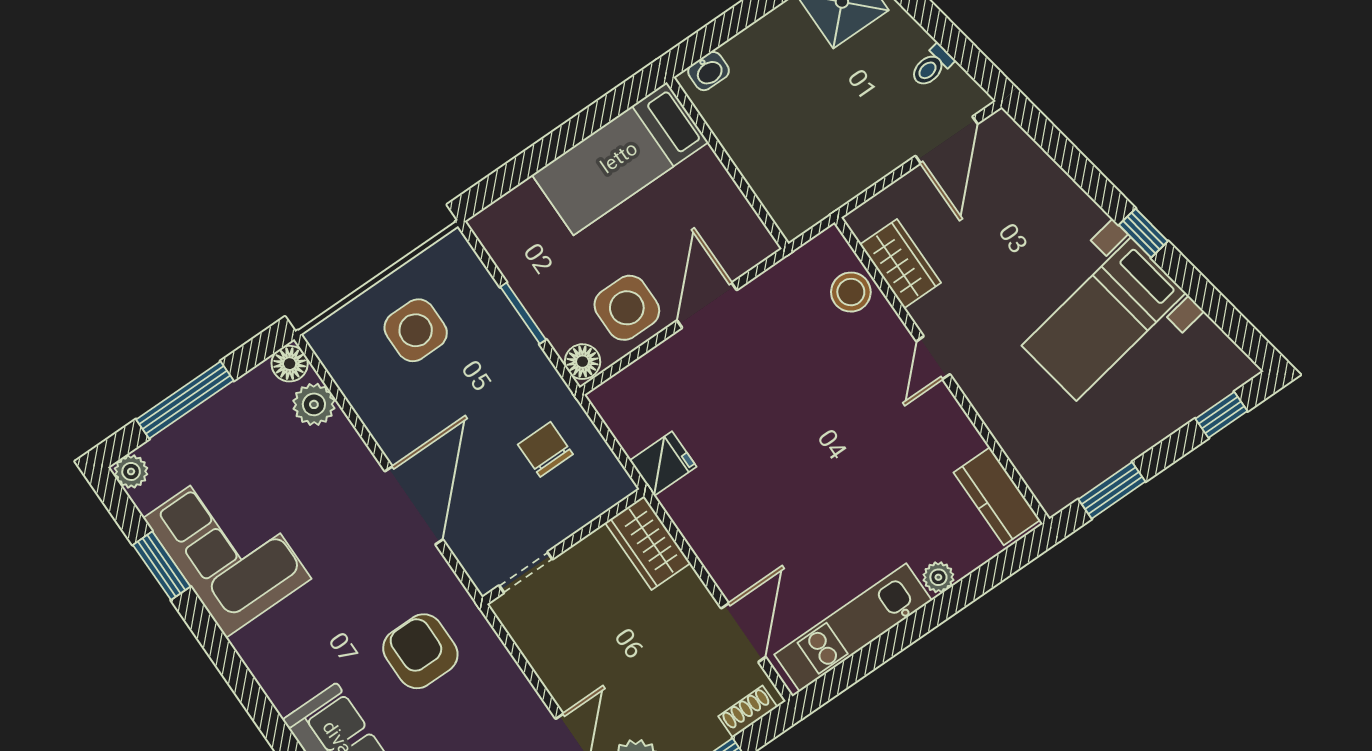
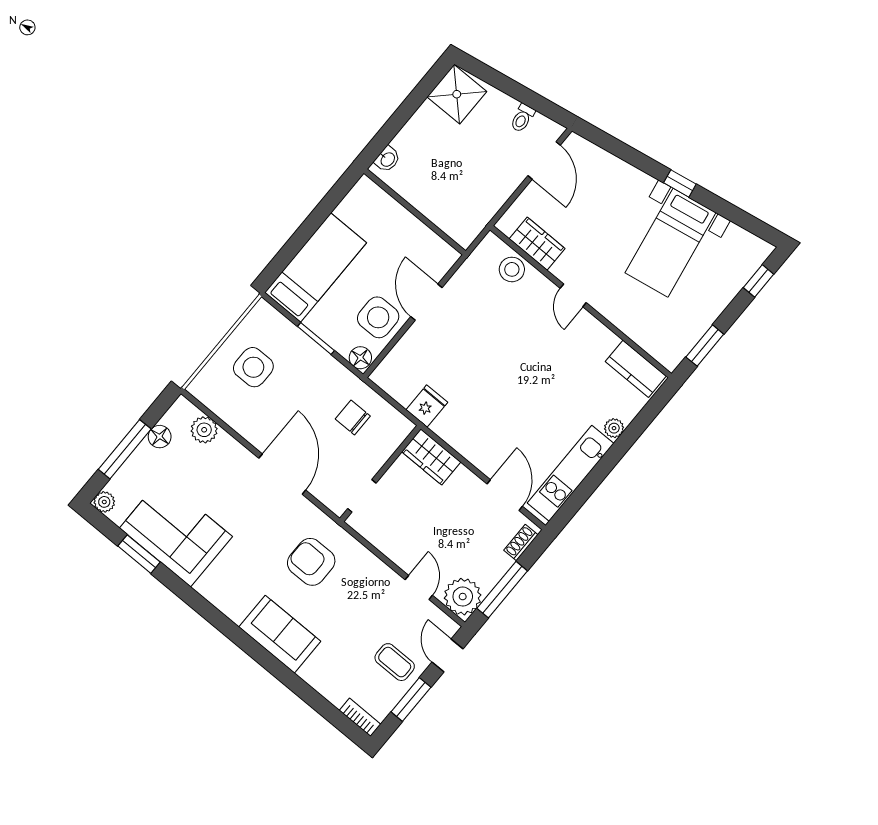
bed: (620, 159) -> (316, 268), moved, turned 180
floor lamp: (290, 364) -> (160, 437), moved

